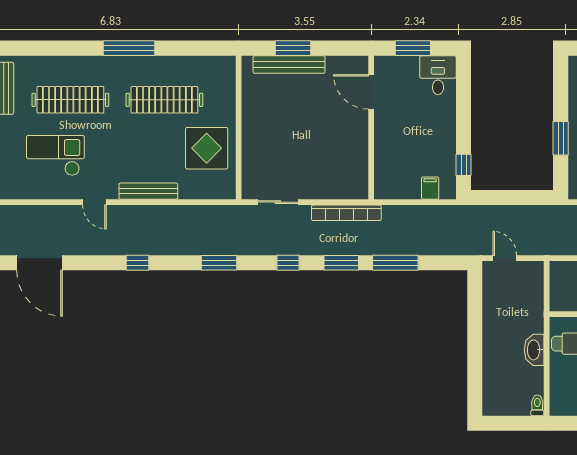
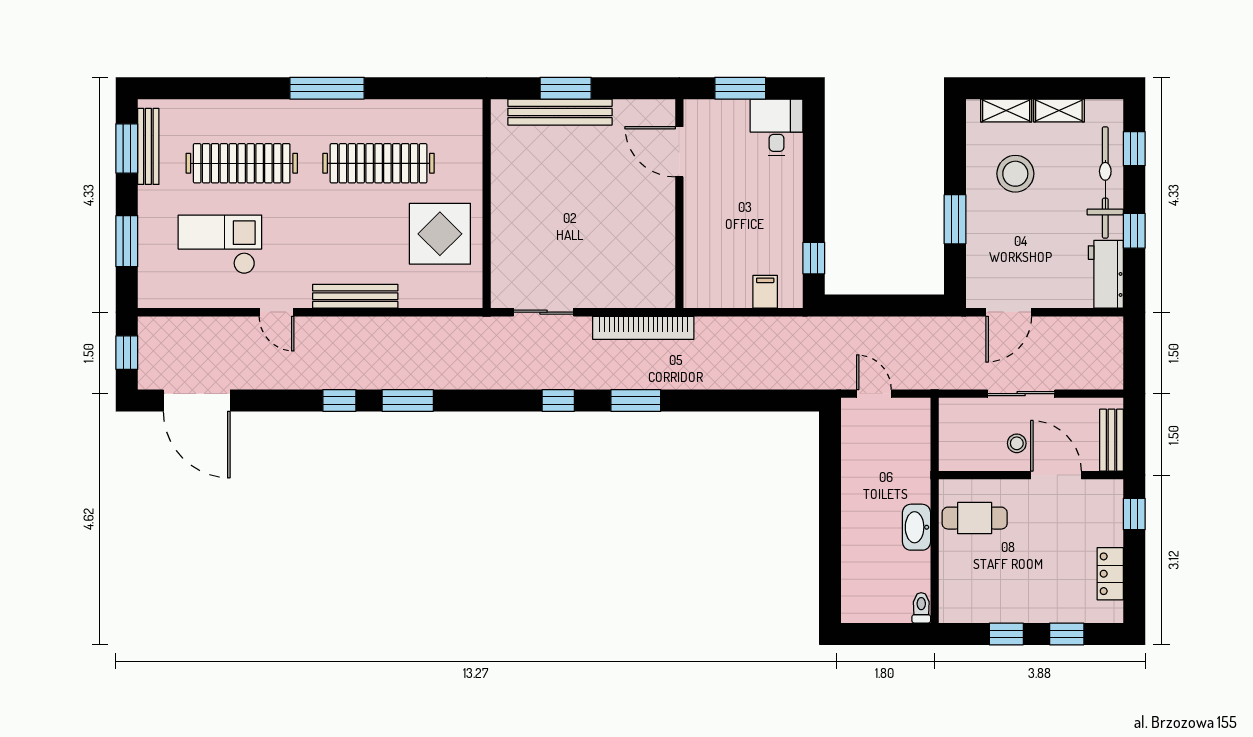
window: (219, 263) -> (408, 400), moved
window: (395, 263) -> (714, 400), removed

